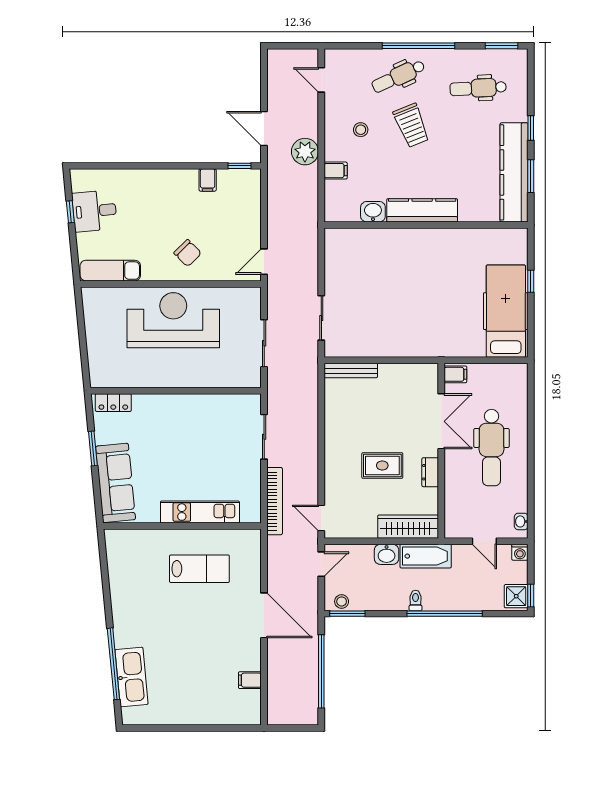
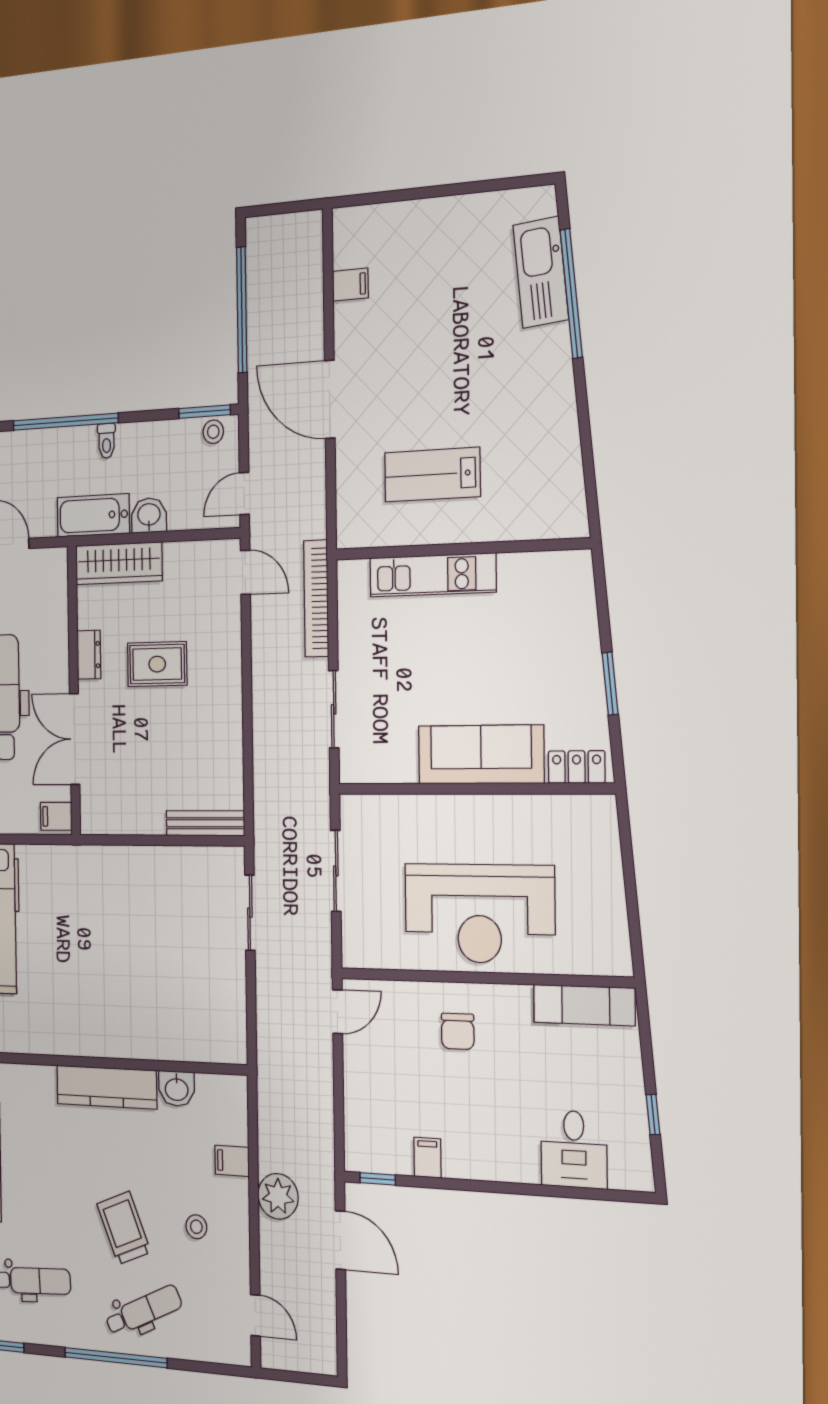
desk: (95, 211) -> (574, 1149), moved, turned 95
chair: (188, 253) -> (458, 1031), turned -135
sofa: (116, 483) -> (481, 755), moved, turned 95

